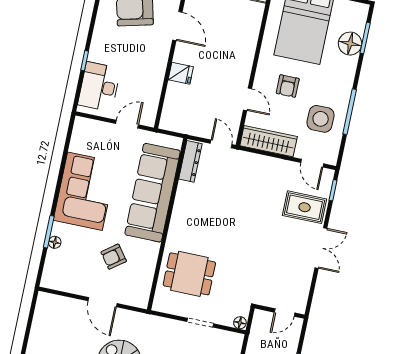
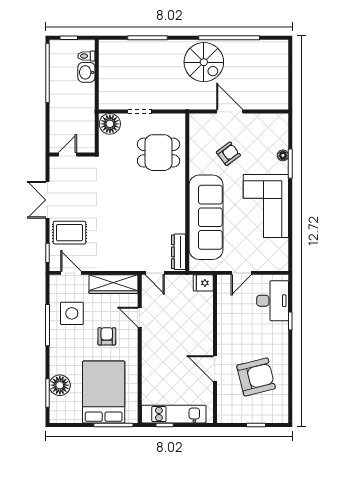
fridge: (181, 73) -> (203, 283), moved
wall: (280, 312) -> (72, 155), moved
door: (285, 313) -> (67, 155), moved
floor lamp: (240, 323) -> (110, 124), width x1.89, depth x1.89

